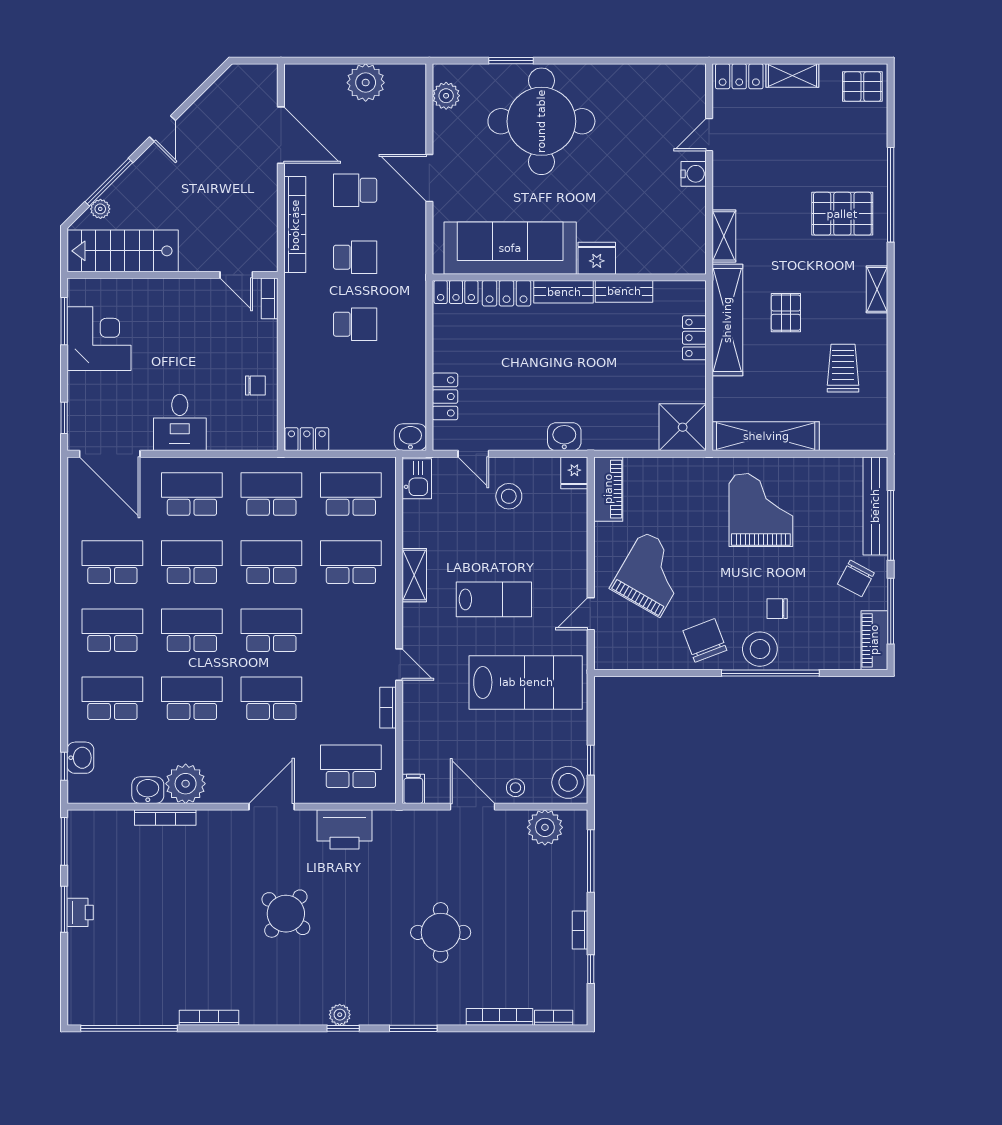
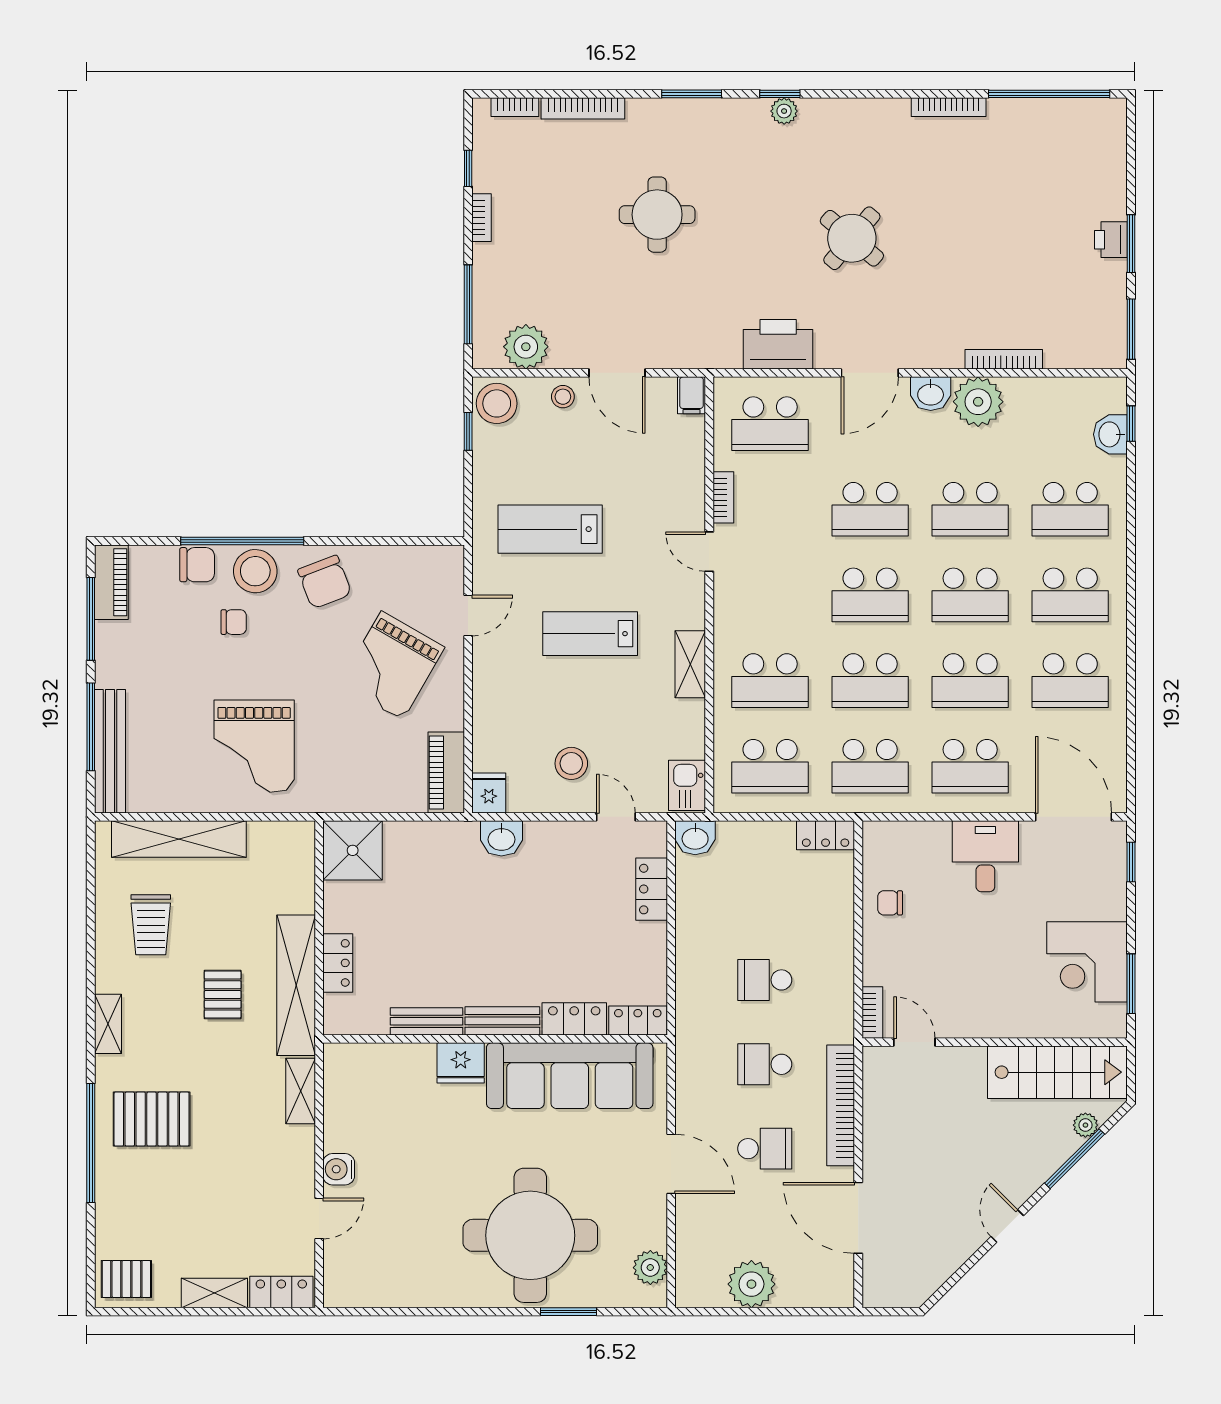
shelving: (766, 436) -> (179, 839), moved
chair: (856, 578) -> (197, 565), moved, turned 62
lab bench: (526, 682) -> (550, 529), width x0.73, depth x0.72
washbasin: (148, 790) -> (931, 394), moved

